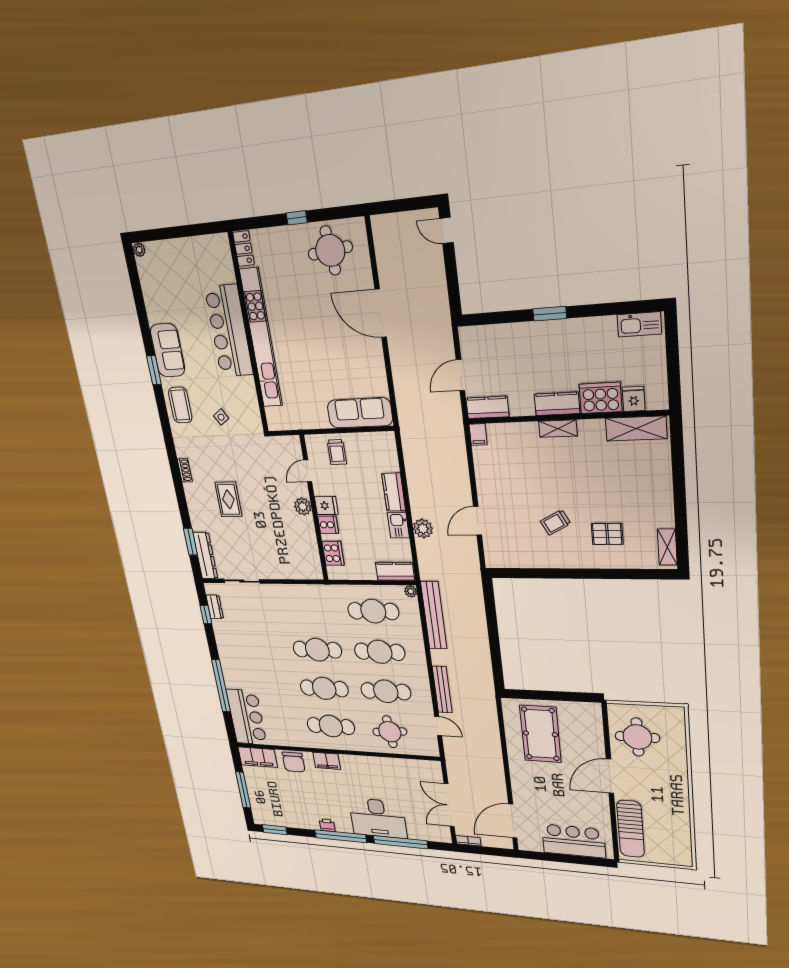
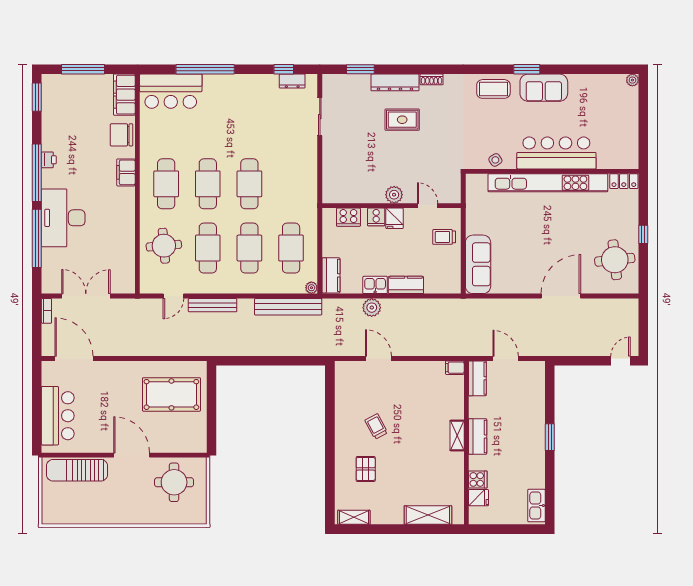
cooker: (601, 398) -> (478, 479), width x0.53, depth x0.76
side table: (221, 417) -> (495, 160), moved
shelving: (636, 429) -> (428, 515), moved, turned 90
dresser: (205, 556) -> (395, 82), moved

